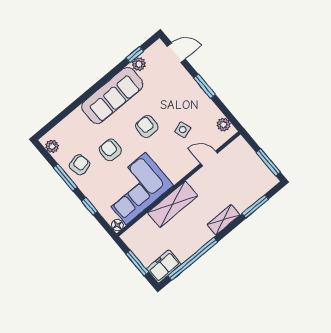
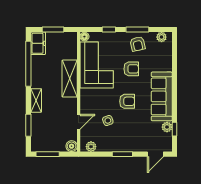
boiler: (240, 145) -> (72, 146), added

